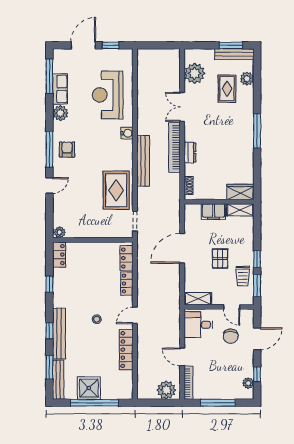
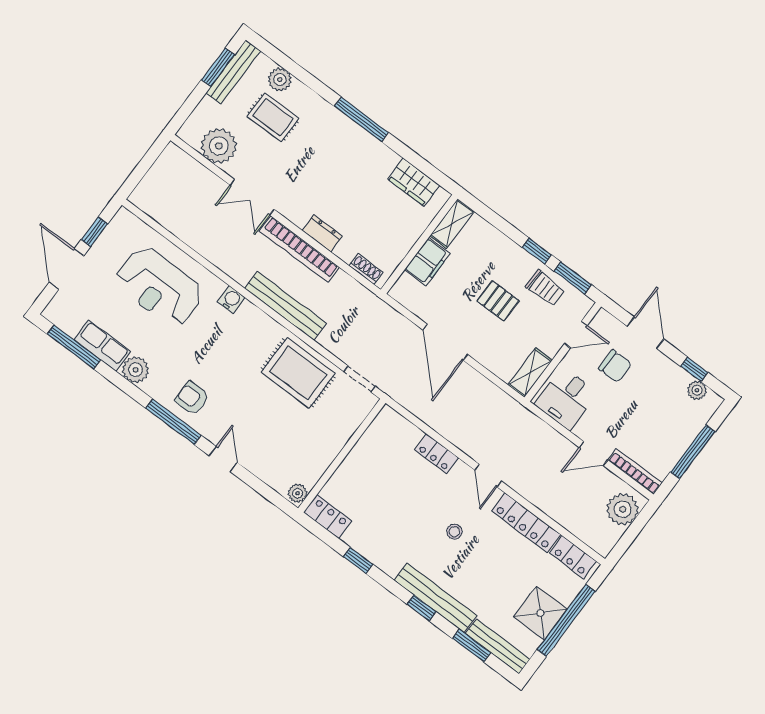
wardrobe: (240, 192) -> (414, 182), moved, turned -90
locker: (126, 258) -> (573, 557), moved

